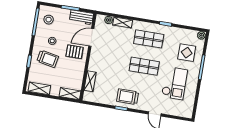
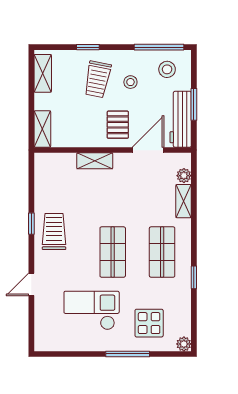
workbench: (81, 17) -> (181, 119), width x1.38
door: (91, 37) -> (148, 150), hinge flipped
shelving: (90, 81) -> (95, 161), moved
checkout: (174, 83) -> (92, 310), turned 180

